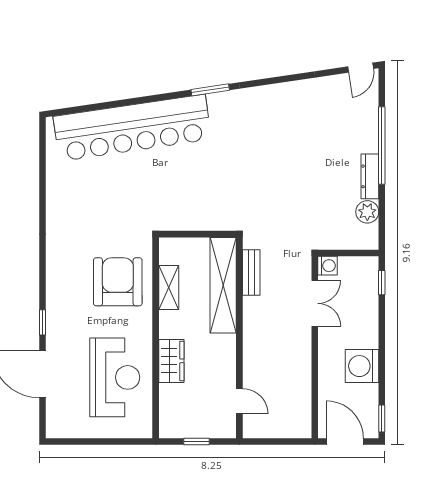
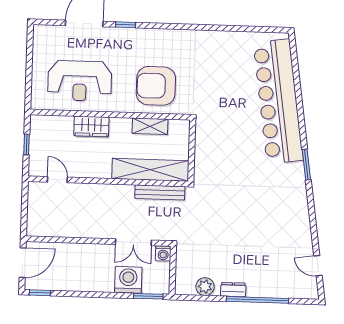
door: (361, 68) -> (318, 266), moved
dresser: (370, 176) -> (233, 290), width x0.70
bench: (251, 272) -> (160, 192), width x1.36
armchair: (118, 282) -> (156, 86), turned 180
window: (382, 283) -> (148, 296), width x1.50
washing machine: (362, 366) -> (128, 280), moved
door: (239, 401) -> (57, 180), swing flipped

